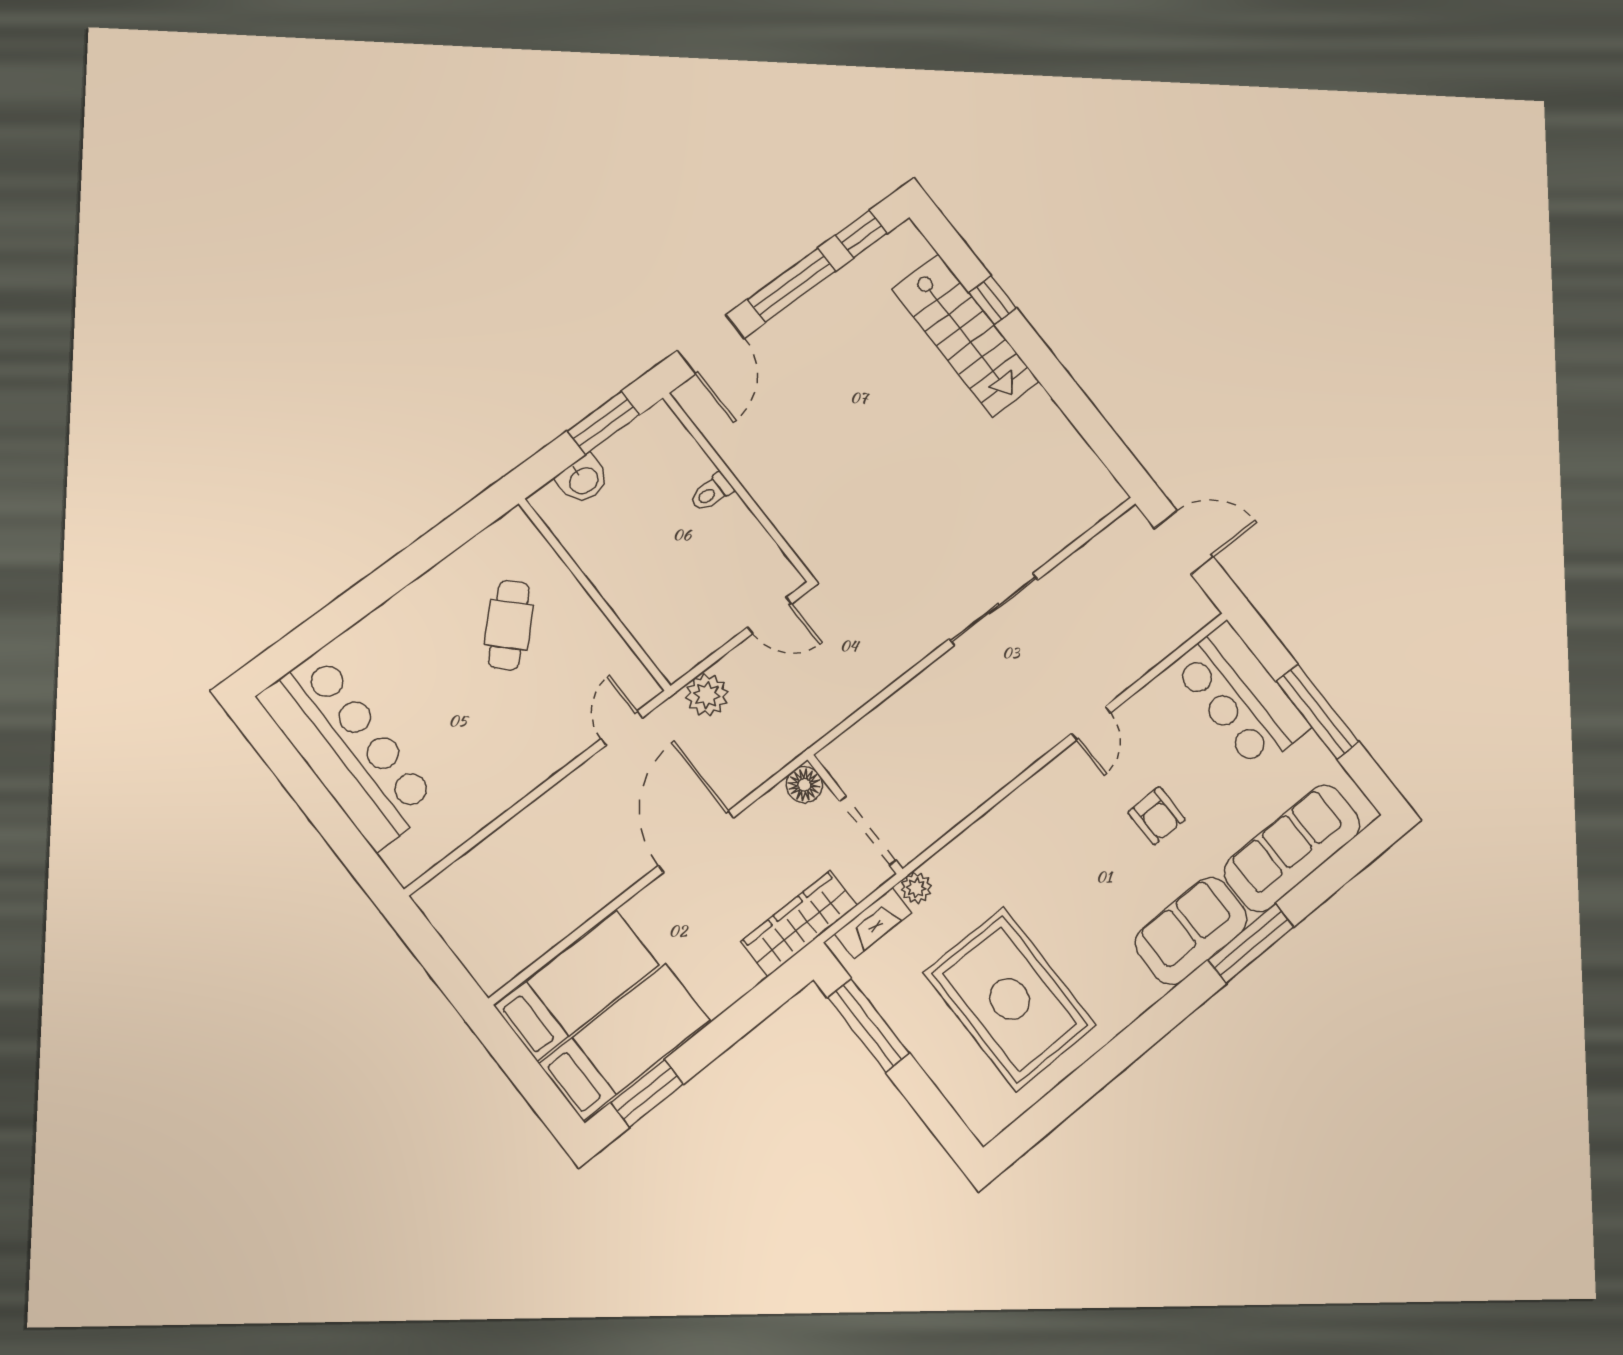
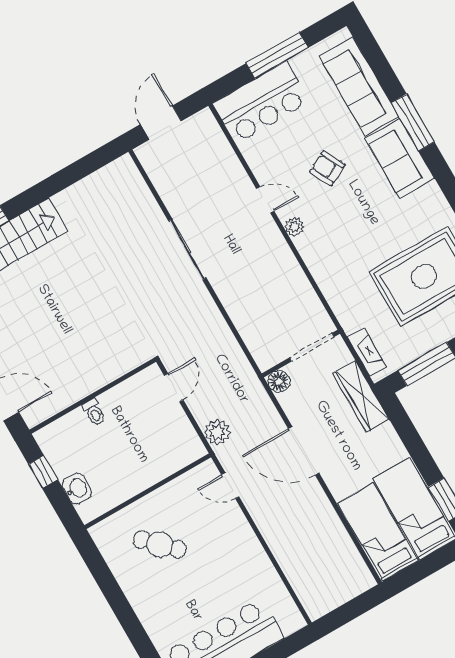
window: (603, 423) -> (43, 472), width x0.67
armchair: (1157, 816) -> (327, 168), turned -117
plant: (916, 888) -> (294, 227), moved

